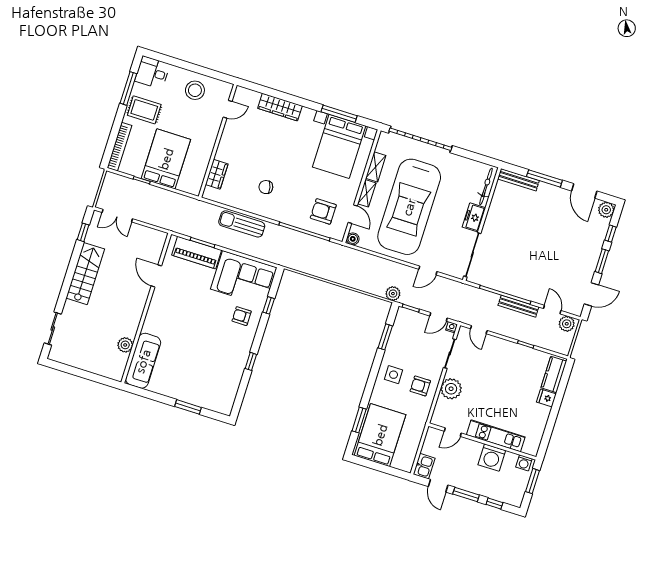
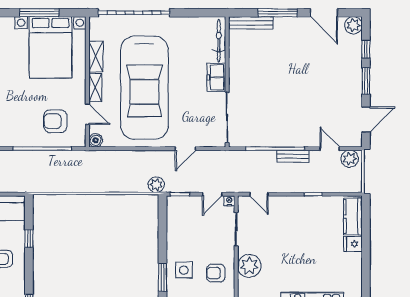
bench: (518, 306) -> (293, 156), width x0.73
window: (385, 337) -> (163, 277), moved

